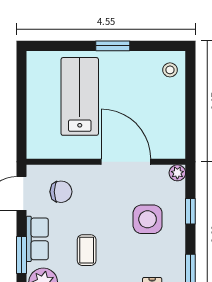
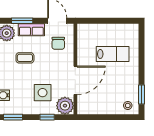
window: (113, 46) -> (141, 95), moved
lab bench: (80, 96) -> (113, 54), width x0.73, depth x0.72
plant: (177, 173) -> (65, 106), width x1.88, depth x1.88

